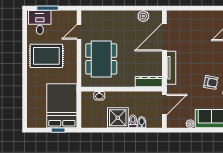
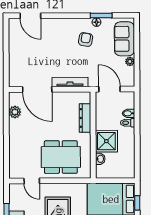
dresser: (149, 82) -> (85, 118), moved
shower: (118, 118) -> (106, 141), moved

